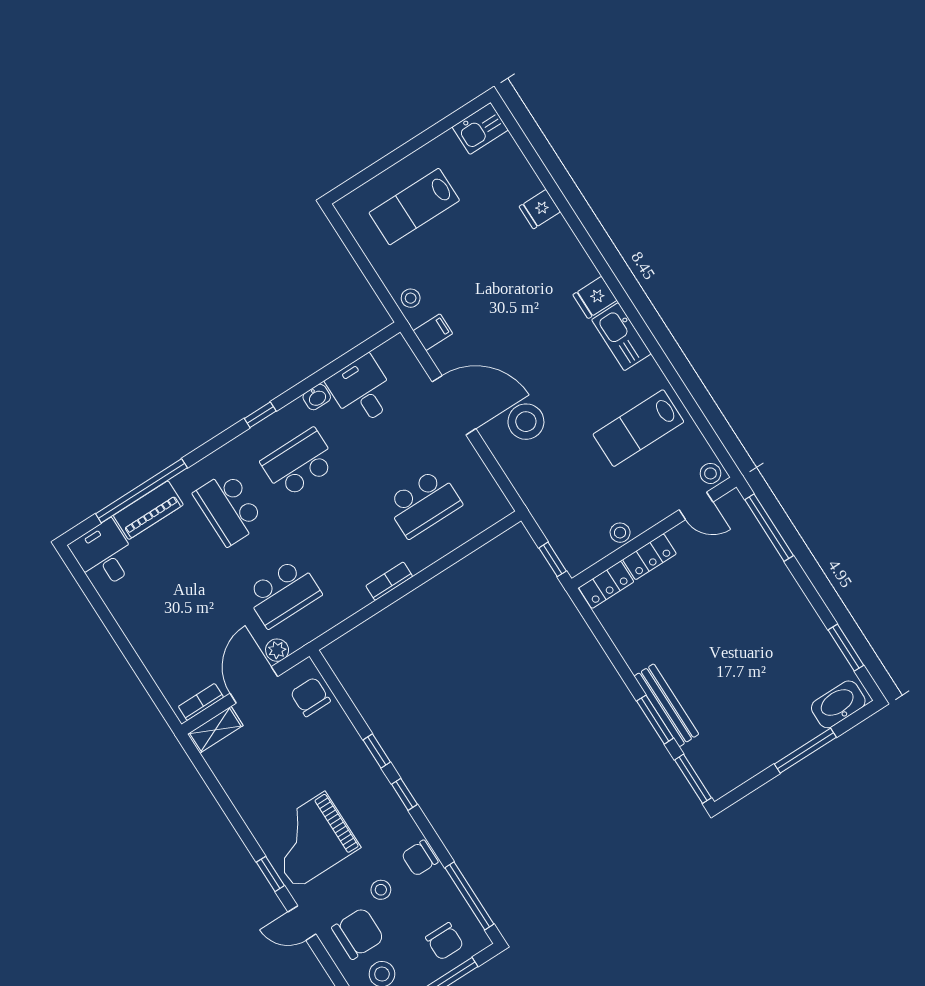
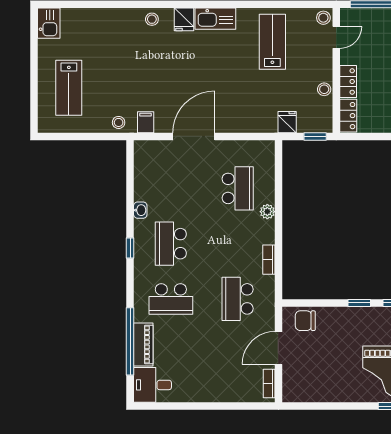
fridge: (540, 209) -> (287, 122), moved, turned 180
desk: (362, 391) -> (153, 183), removed
stool: (526, 422) -> (152, 19), moved, width x0.53, depth x0.53
lab bench: (638, 428) -> (272, 42), turned 180
bookcase: (389, 581) -> (269, 260), moved
school desk: (283, 593) -> (238, 299), turned 180
plant: (277, 650) -> (267, 212), moved
door: (254, 685) -> (278, 348), hinge flipped
shelving: (215, 730) -> (290, 385), removed

